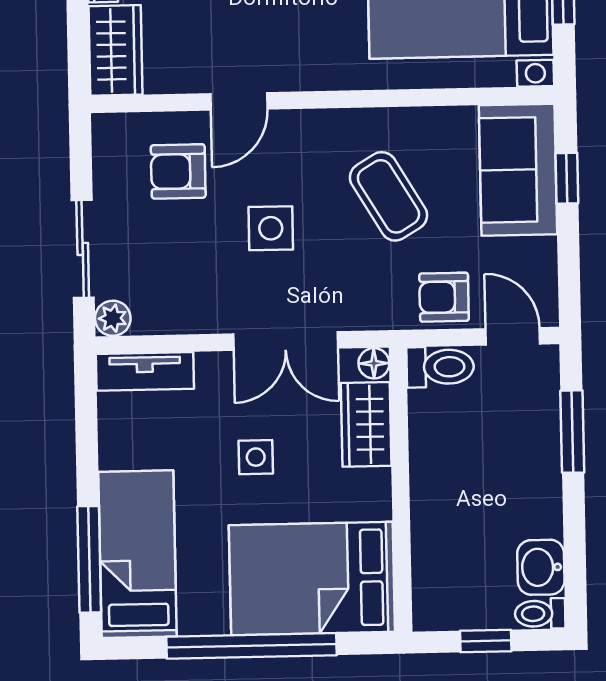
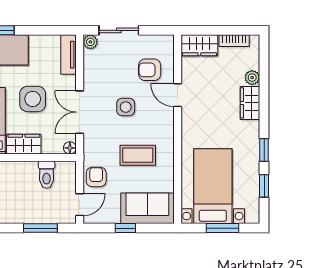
armchair: (178, 171) -> (150, 70), turned -90
window: (567, 178) -> (125, 228), moved
coffee table: (388, 196) -> (138, 155), turned 31
toilet: (440, 367) -> (47, 175), moved
wardrobe: (366, 424) -> (24, 144), moved
side table: (256, 457) -> (33, 99), width x1.87, depth x1.87

